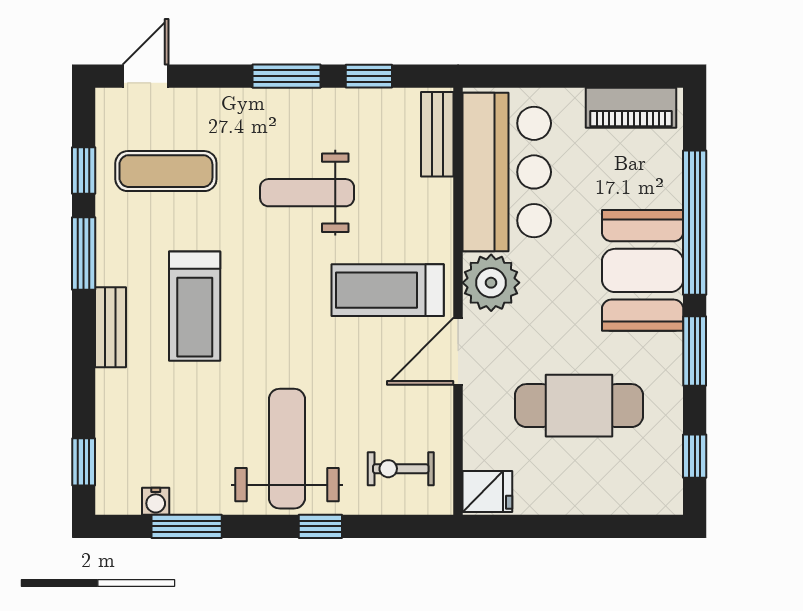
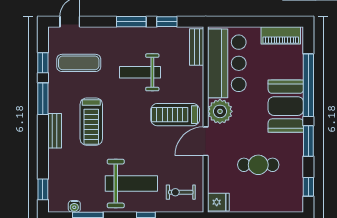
cafe table: (579, 406) -> (258, 165), width x0.73, depth x0.74
weight bench: (287, 449) -> (131, 184), turned 90

